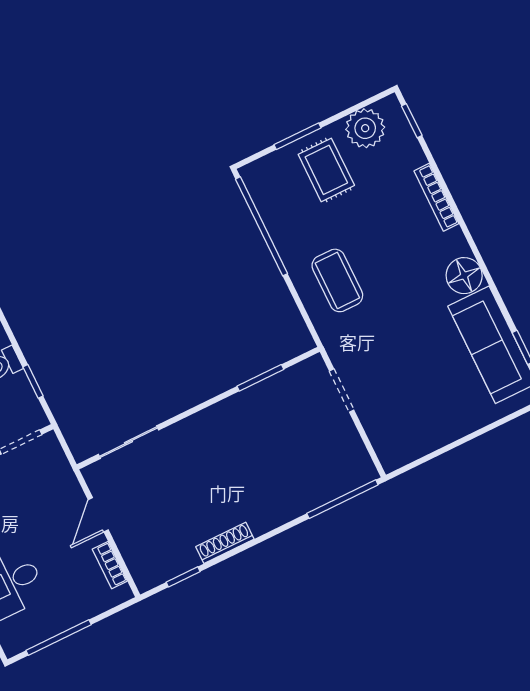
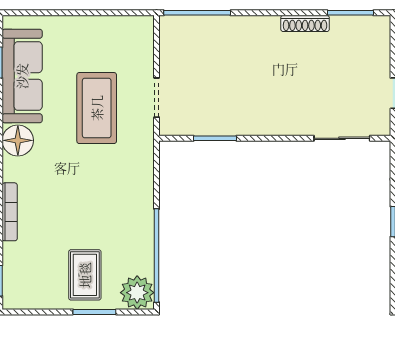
plant: (365, 128) -> (137, 293), moved
coffee table: (337, 280) -> (97, 108), moved, width x1.36, depth x1.32
window: (183, 577) -> (350, 13), width x1.50

